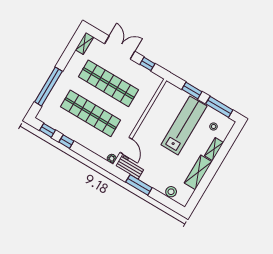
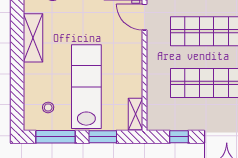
lab bench: (184, 125) -> (86, 87), turned 180
shelving: (214, 149) -> (135, 114), moved

